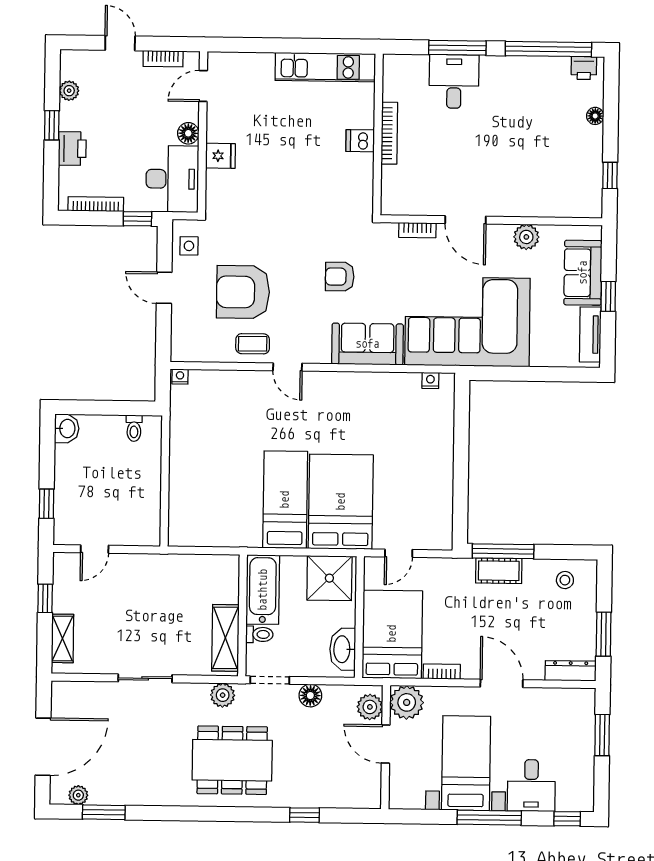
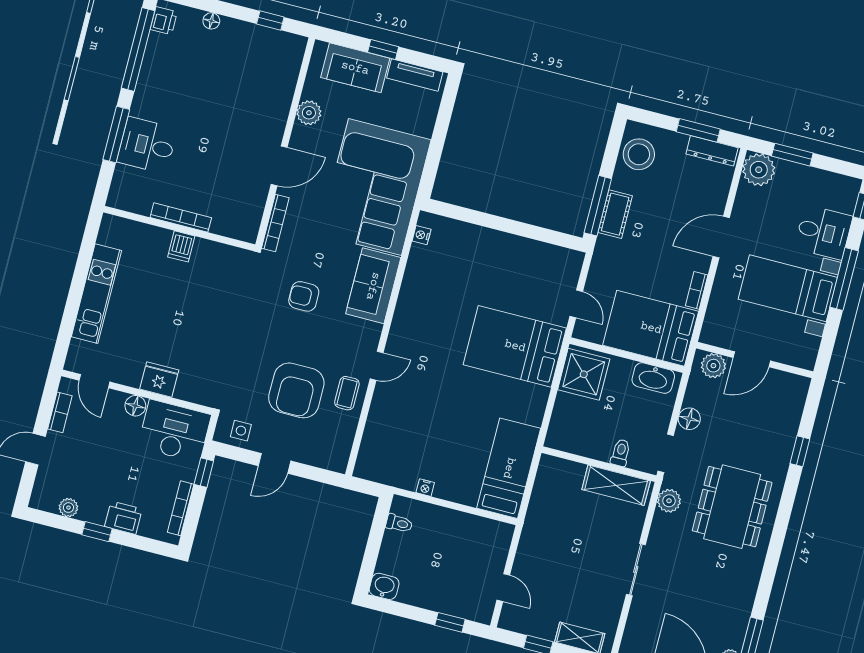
kitchen unit: (325, 67) -> (96, 294), moved
fridge: (220, 156) -> (159, 380), width x1.38
bookcase: (417, 230) -> (275, 223), width x1.56
armchair: (340, 277) -> (304, 296), turned 90
nightstand: (180, 377) -> (425, 488), moved, turned -90
bed: (285, 500) -> (509, 468), moved, turned 90
stool: (565, 580) -> (639, 154), width x1.89, depth x1.89
bathtub: (263, 590) -> (579, 439), removed
dresser: (571, 671) -> (712, 151), moved, turned -90
plant: (407, 702) -> (759, 170), moved

